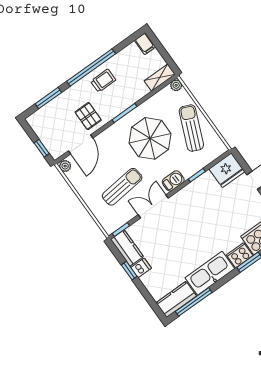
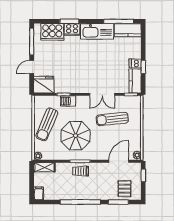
trolley: (103, 81) -> (81, 171), moved
pallet: (88, 116) -> (125, 189), moved
barbecue: (173, 181) -> (68, 101), moved

